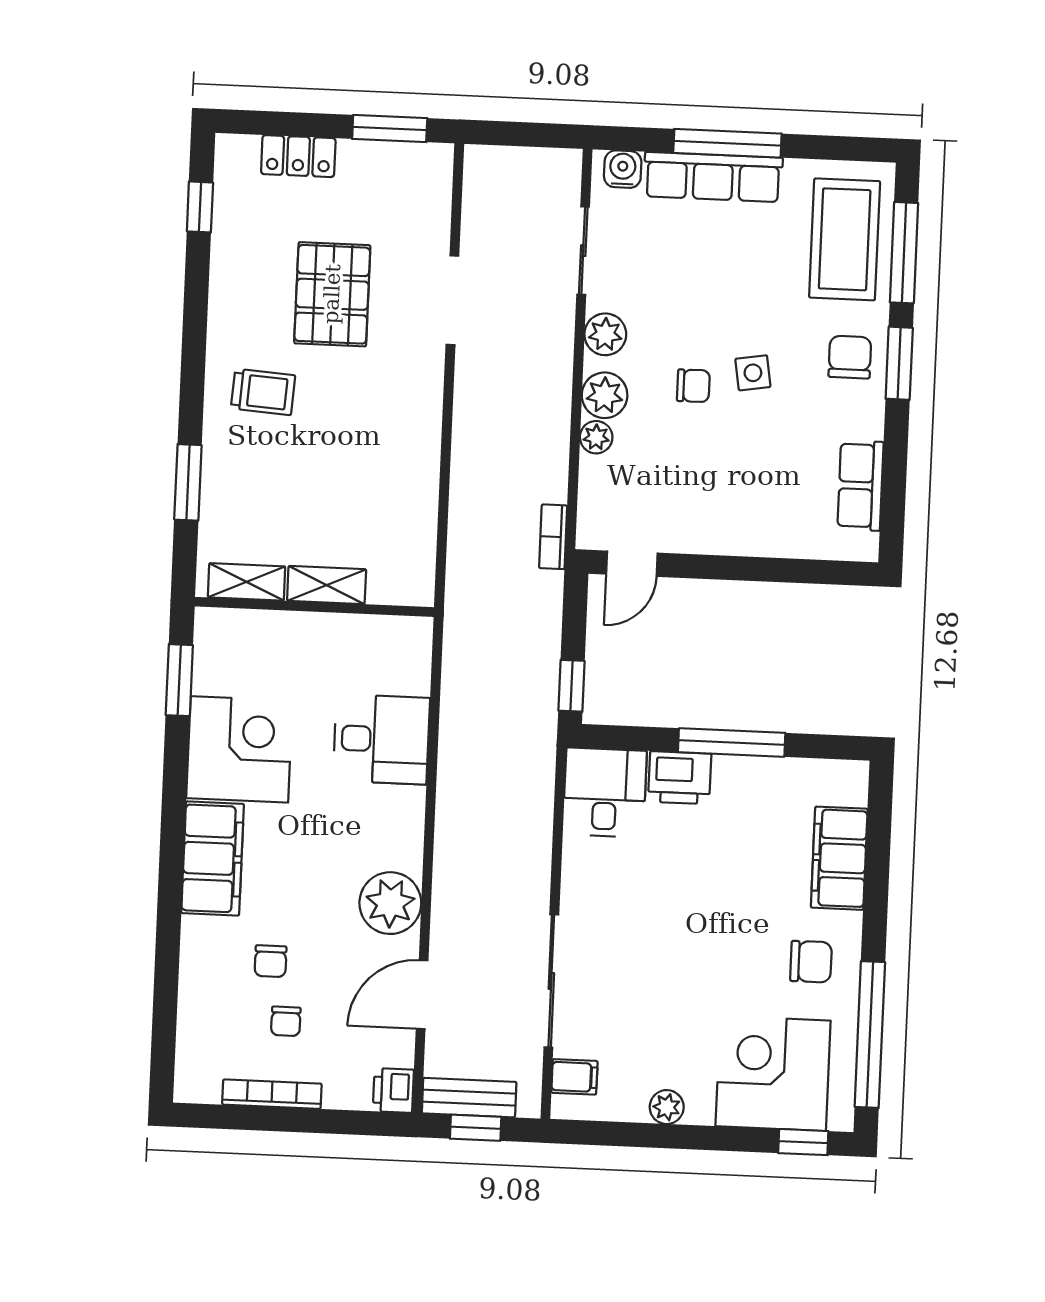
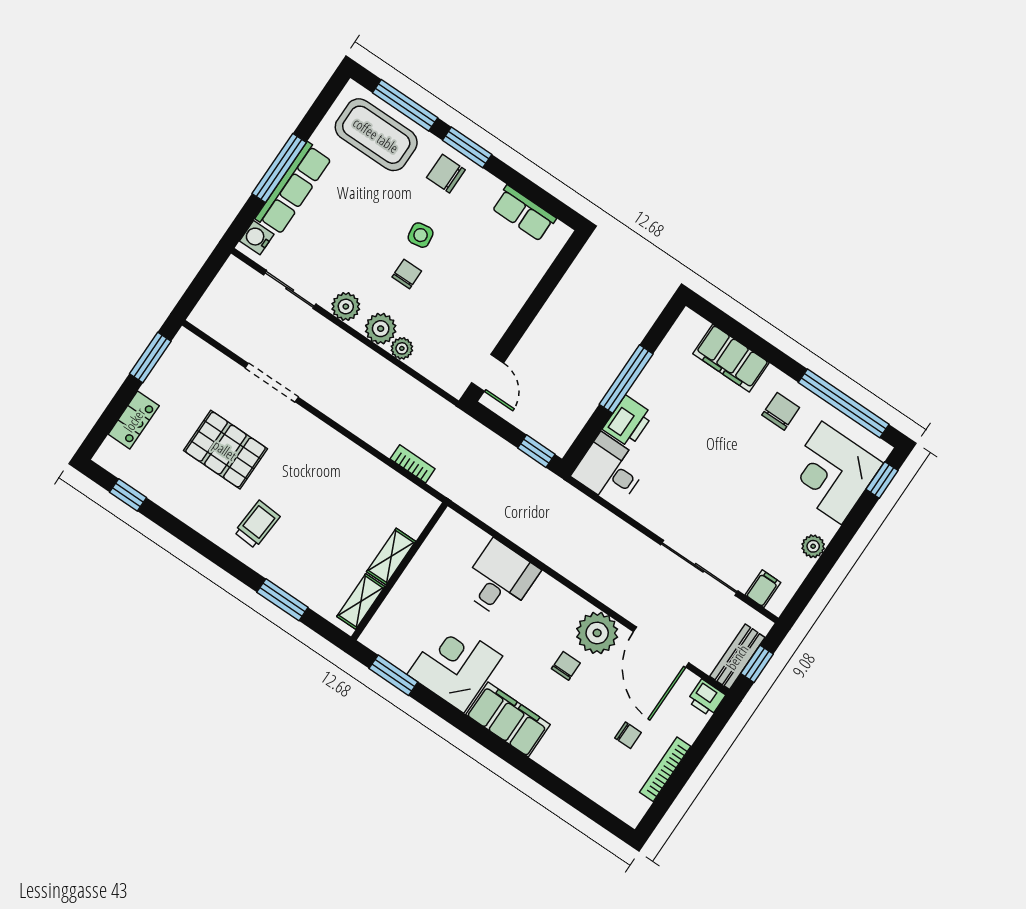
bookcase: (553, 537) -> (413, 464), moved, turned 180
chair: (271, 961) -> (566, 666), moved, turned -90
door: (422, 995) -> (661, 647), width x1.36

